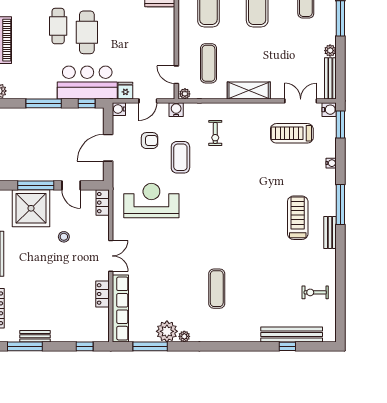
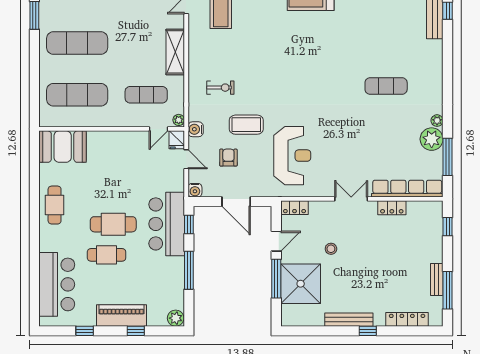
fridge: (125, 91) -> (177, 140), moved, turned -90
reception desk: (151, 200) -> (292, 156), turned 180

